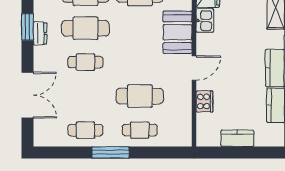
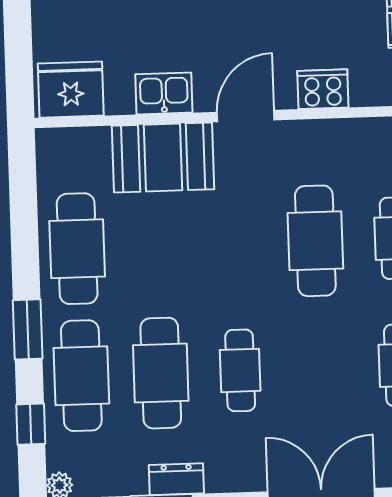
kitchen sink: (205, 21) -> (164, 93), moved
door: (194, 68) -> (246, 116), hinge flipped

